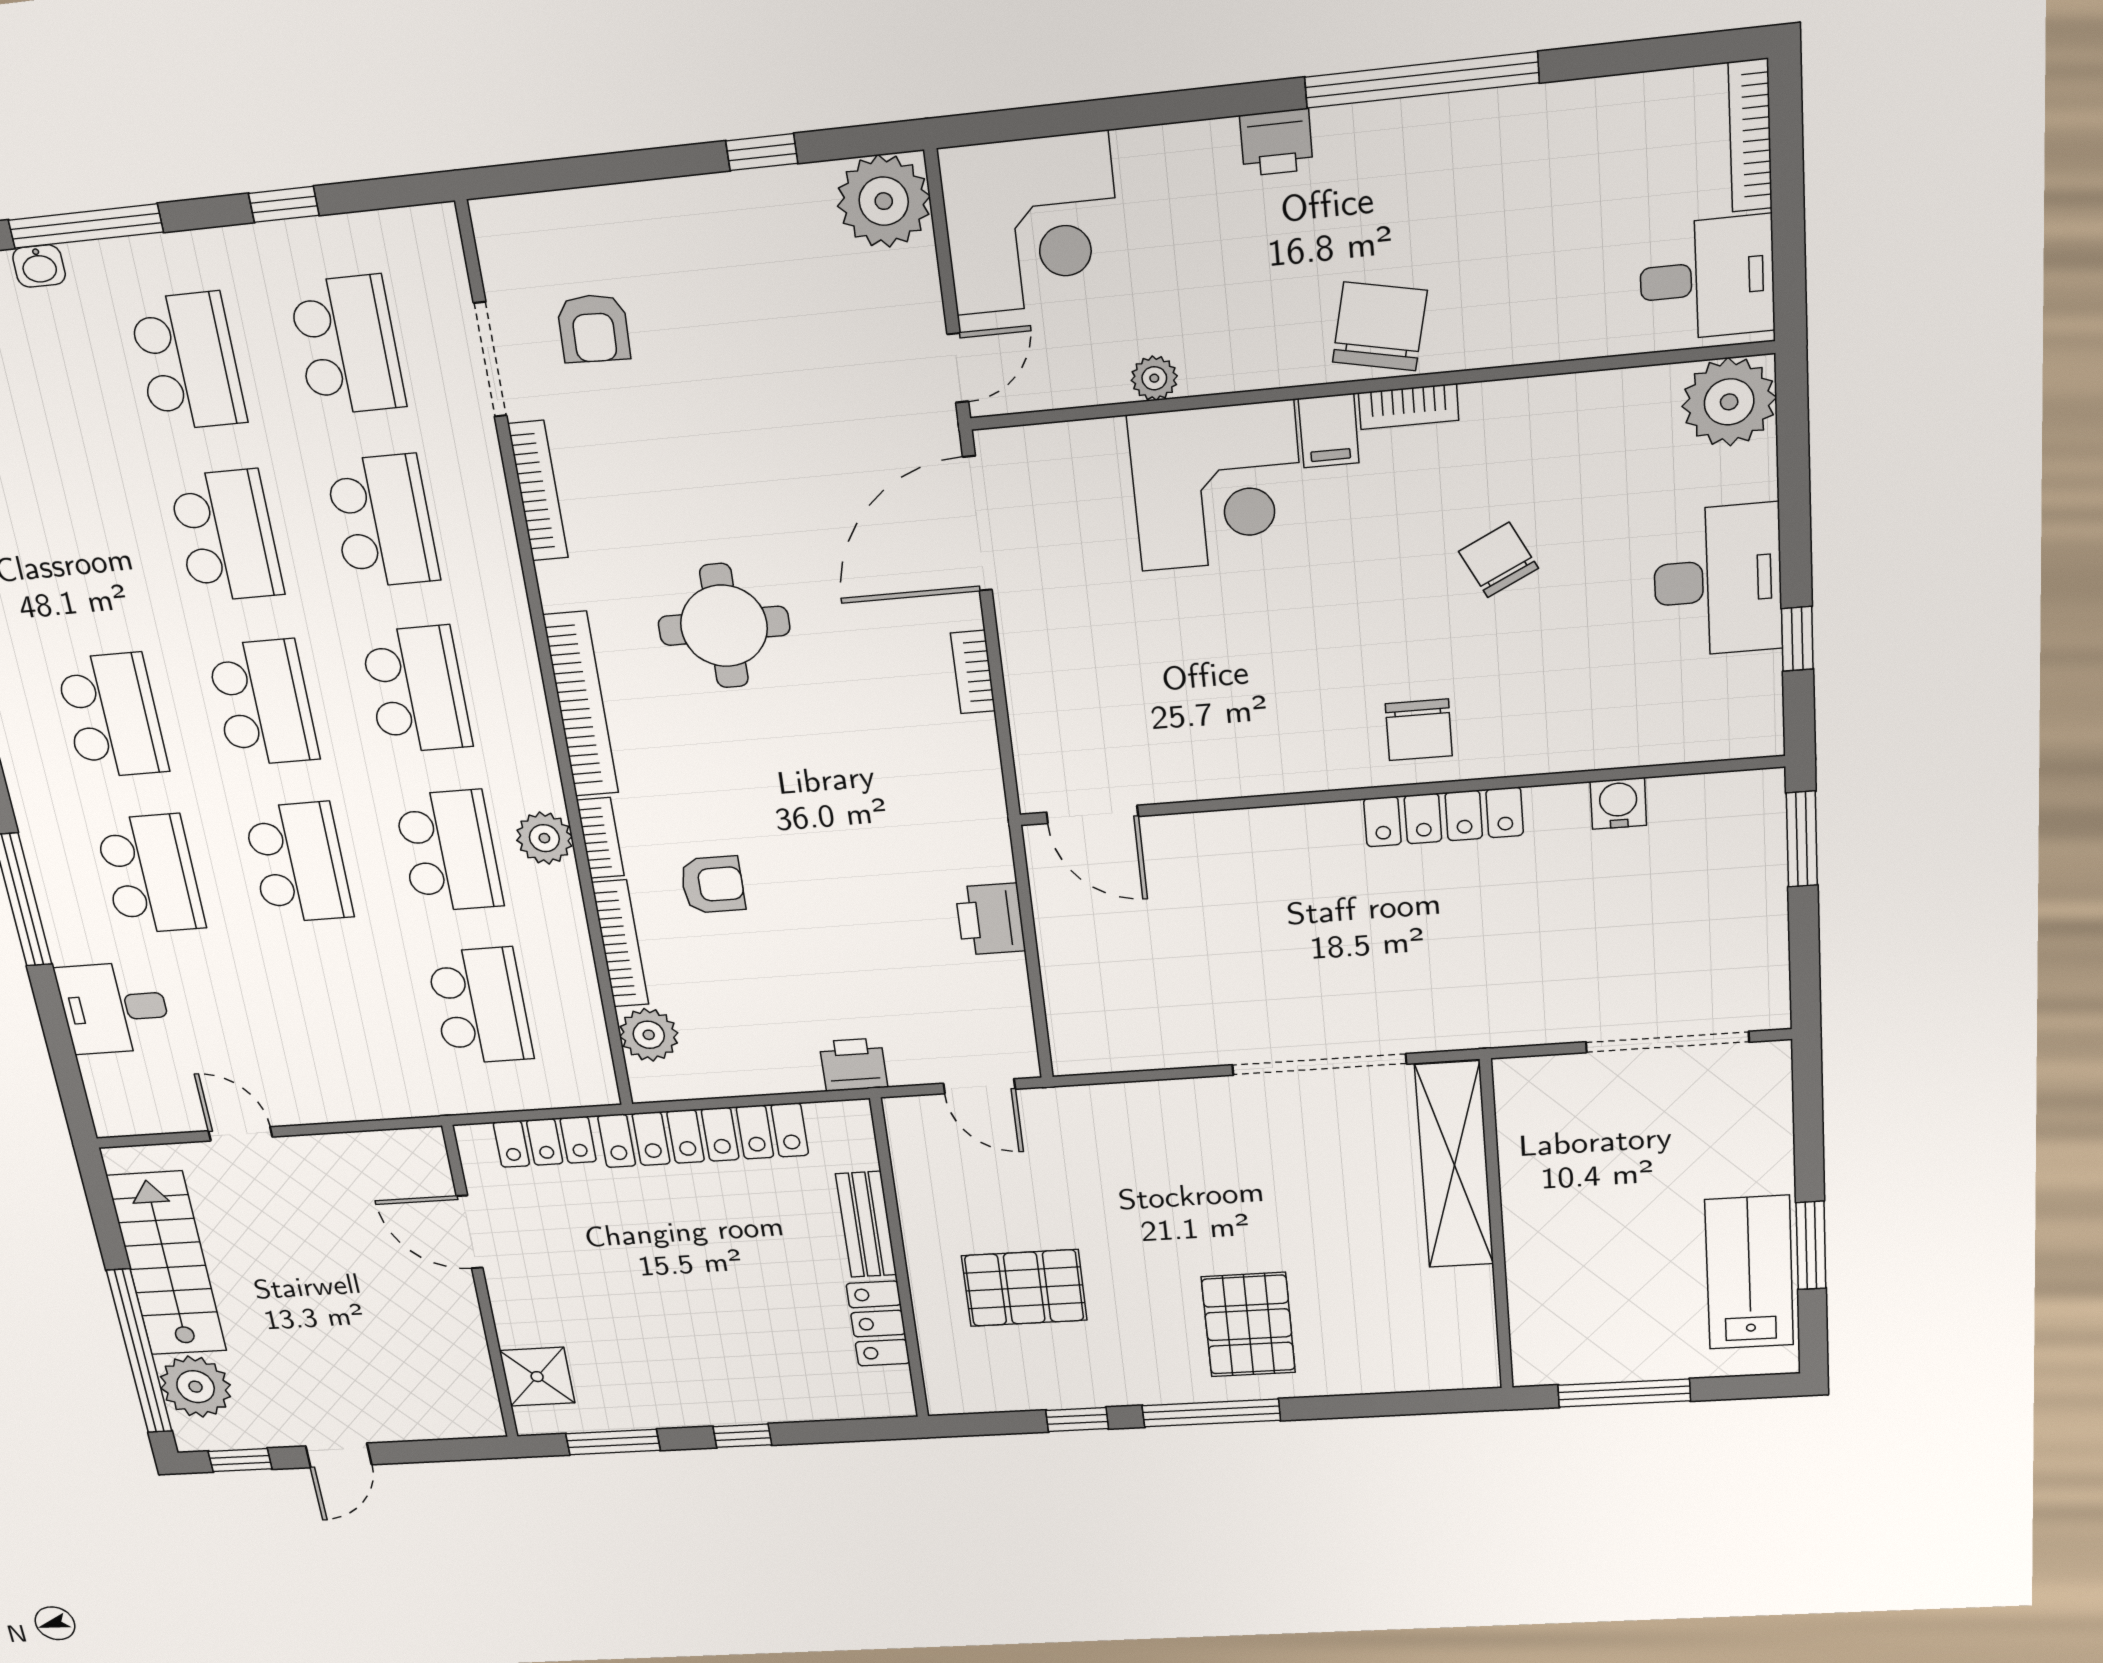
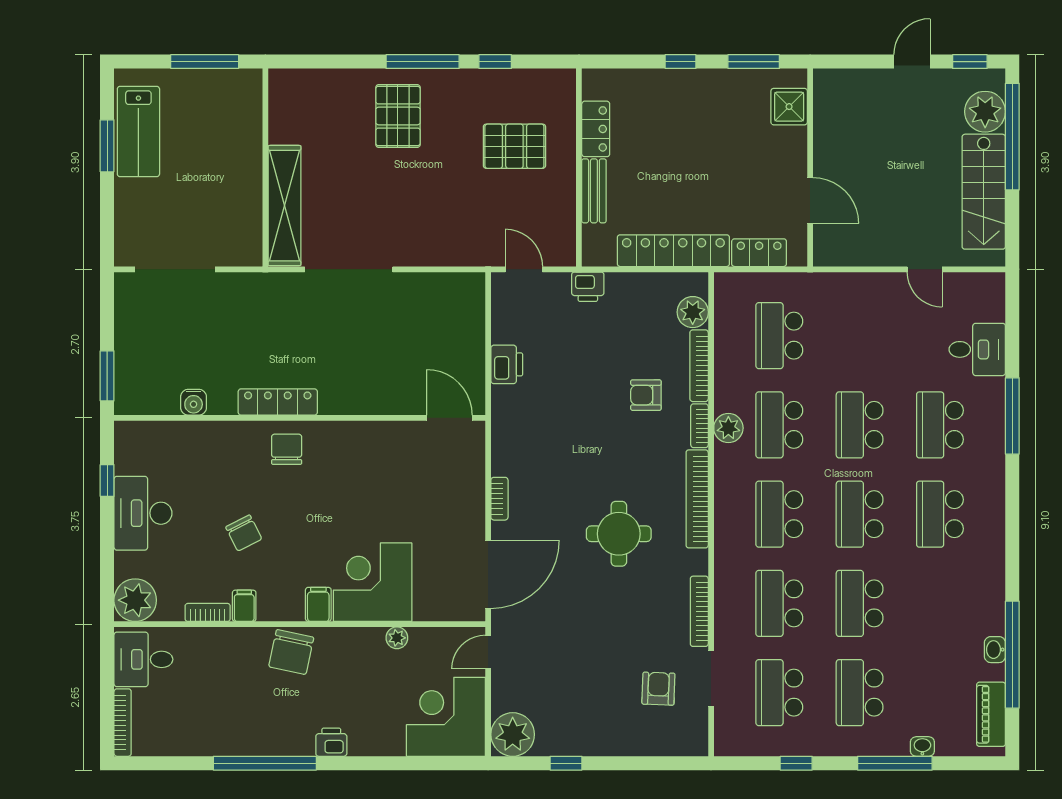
bookcase: (1408, 407) -> (208, 612), moved
filing cabinet: (1489, 413) -> (244, 606), added

